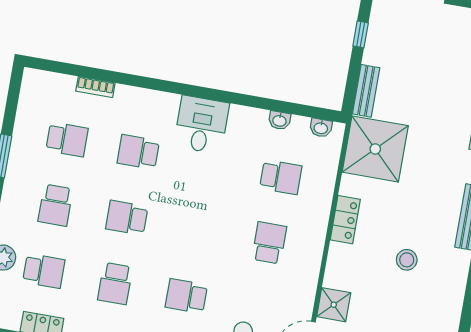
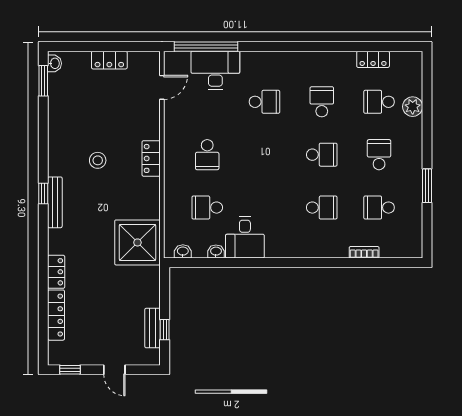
bench: (366, 91) -> (153, 328), moved
desk: (202, 125) -> (245, 237), moved
locker: (345, 220) -> (151, 158), moved
shower: (334, 305) -> (148, 115), removed

